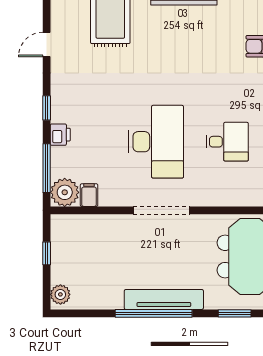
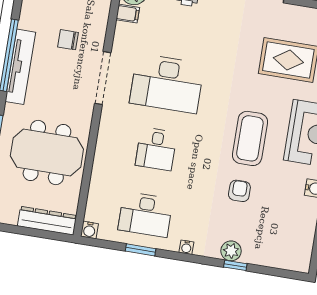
coffee table: (200, 44) -> (250, 138), added
chair: (127, 254) -> (68, 40), added

